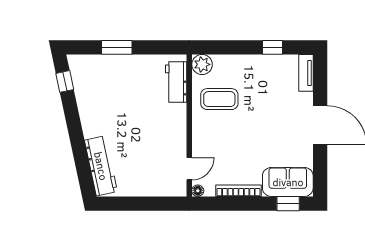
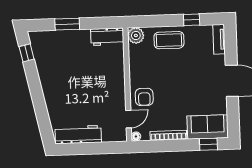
workbench: (176, 82) -> (107, 37), moved, turned -90
coffee table: (219, 99) -> (169, 40), moved
armchair: (210, 142) -> (144, 97), added
workbench: (101, 166) -> (78, 135), moved, turned -78

